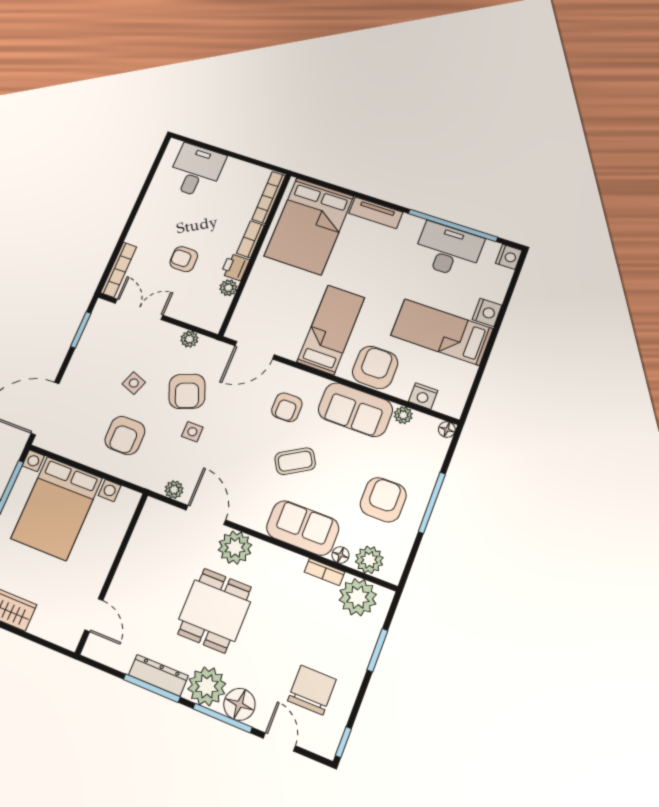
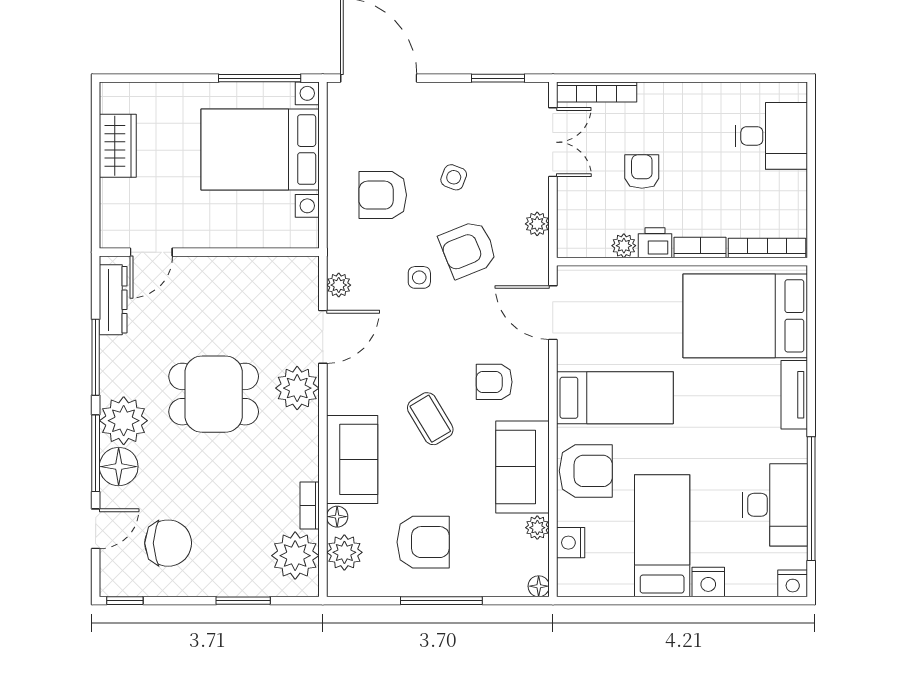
dresser: (158, 675) -> (113, 300), moved

